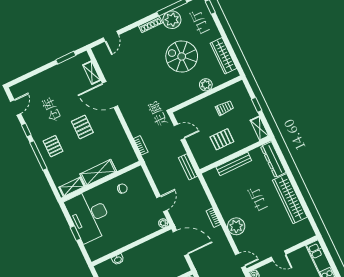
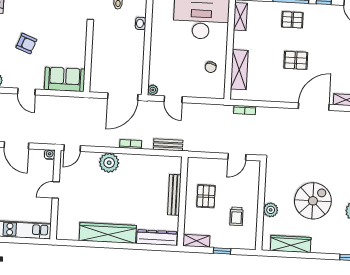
bench: (188, 167) -> (168, 145), moved
shelving: (98, 173) -> (239, 70), moved

